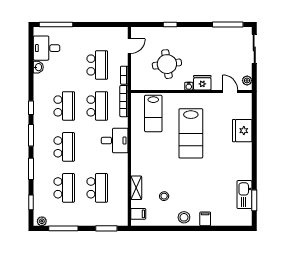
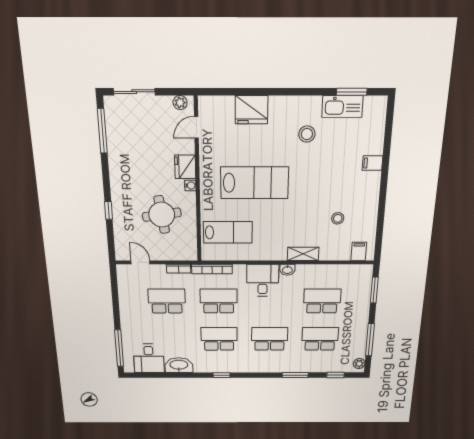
washbasin: (38, 67) -> (179, 365), width x1.91, depth x1.45
window: (31, 135) -> (255, 375), removed
washbasin: (123, 160) -> (287, 270), added
shelving: (136, 188) -> (303, 254), moved
stool: (184, 217) -> (307, 134), moved

